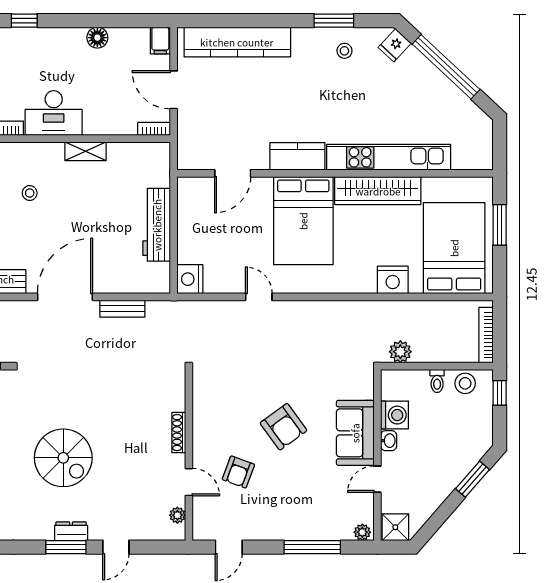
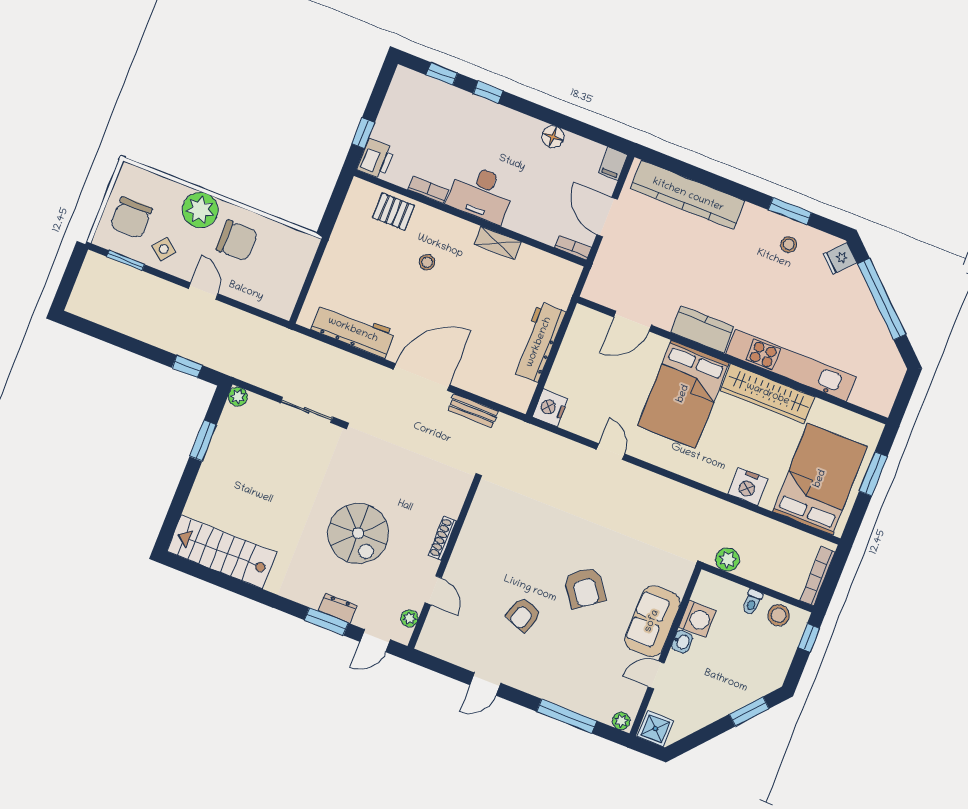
shoe rack: (179, 433) -> (442, 538), moved
wall: (189, 455) -> (444, 564), moved
door: (189, 482) -> (433, 590), moved
plant: (177, 515) -> (409, 618), moved

